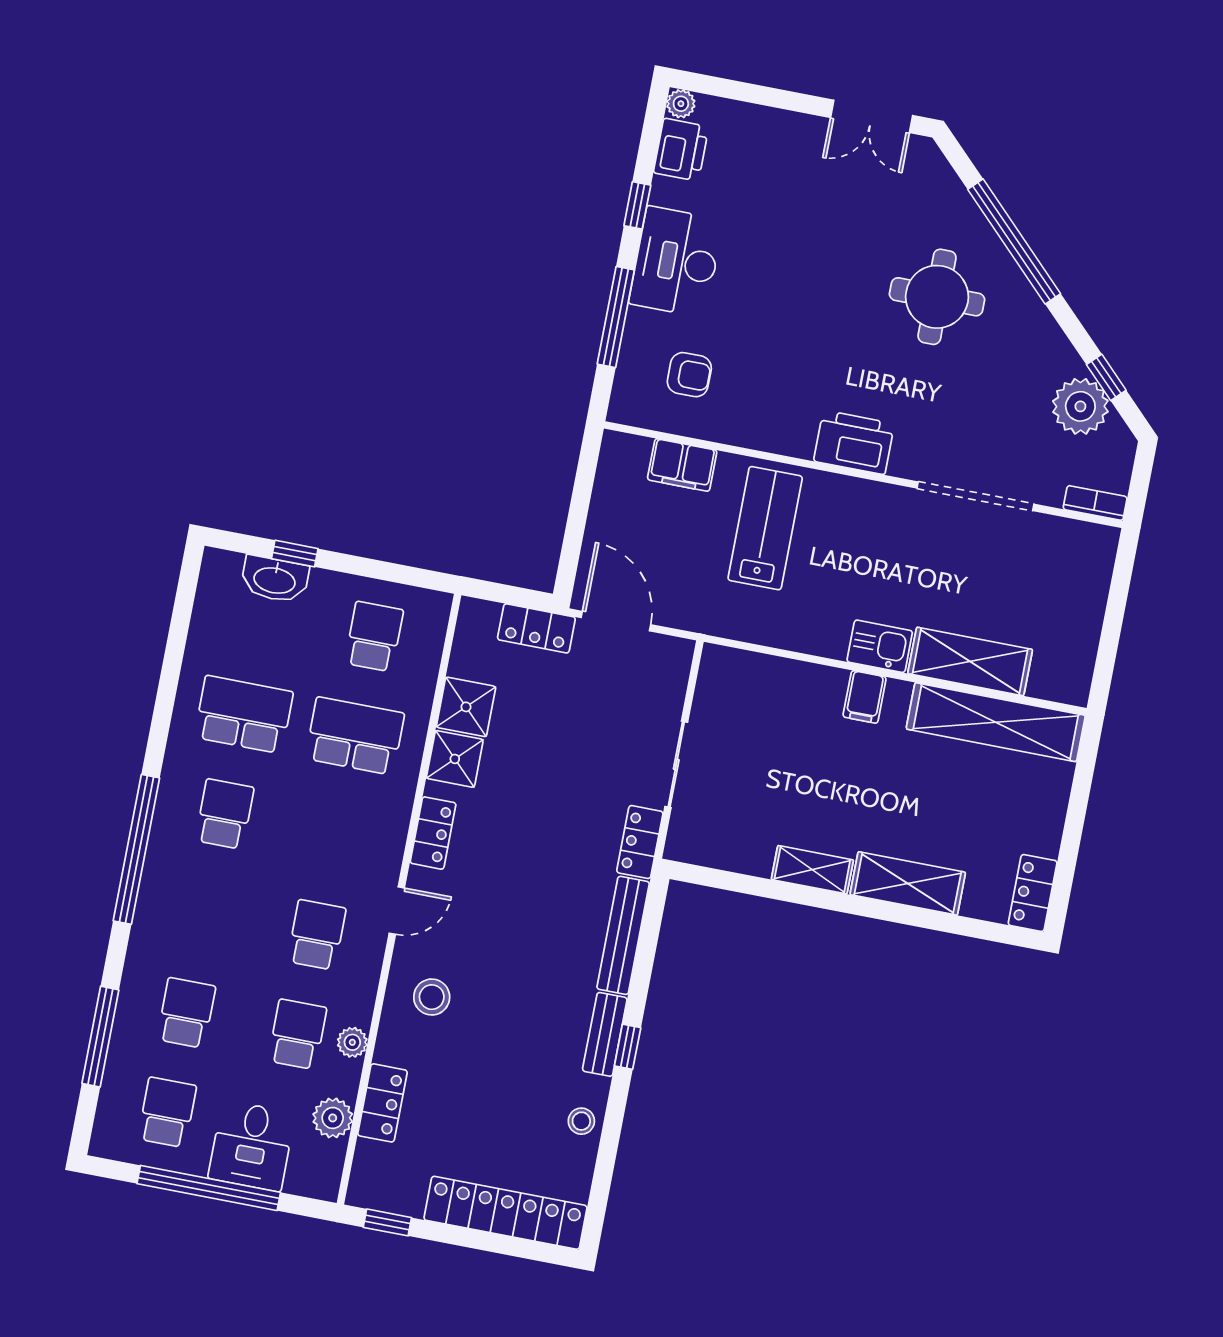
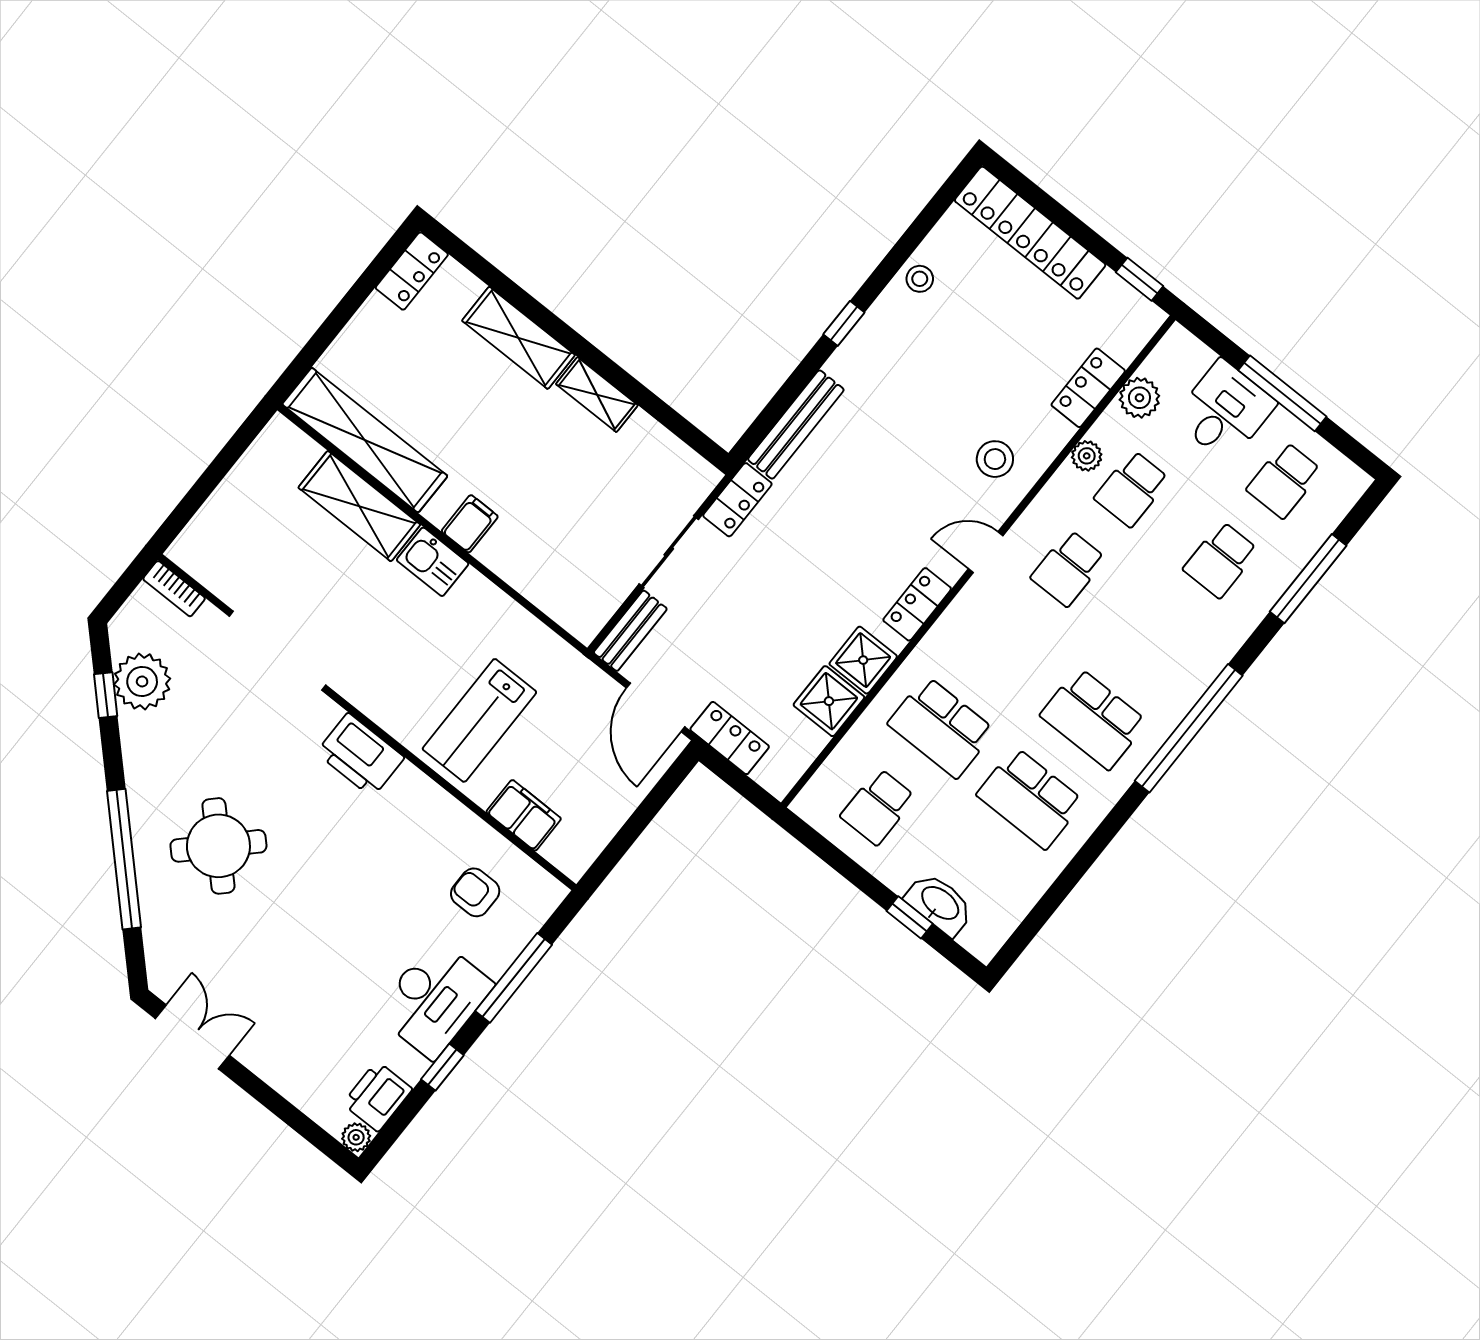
round table: (937, 297) -> (218, 846), turned 45
school desk: (225, 814) -> (1094, 719), width x1.85
bench: (605, 1034) -> (630, 631), moved
window: (209, 1188) -> (1282, 393), width x0.68

